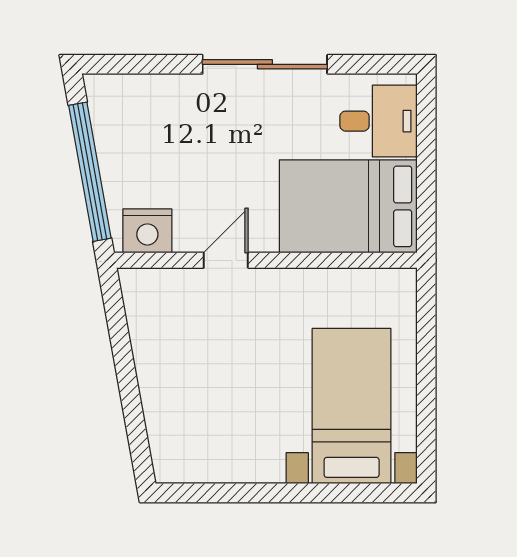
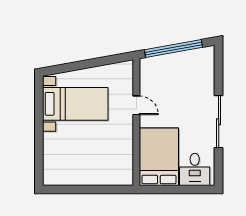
nightstand: (147, 231) -> (149, 73), removed
bed with nightstands: (352, 406) -> (75, 104), moved

